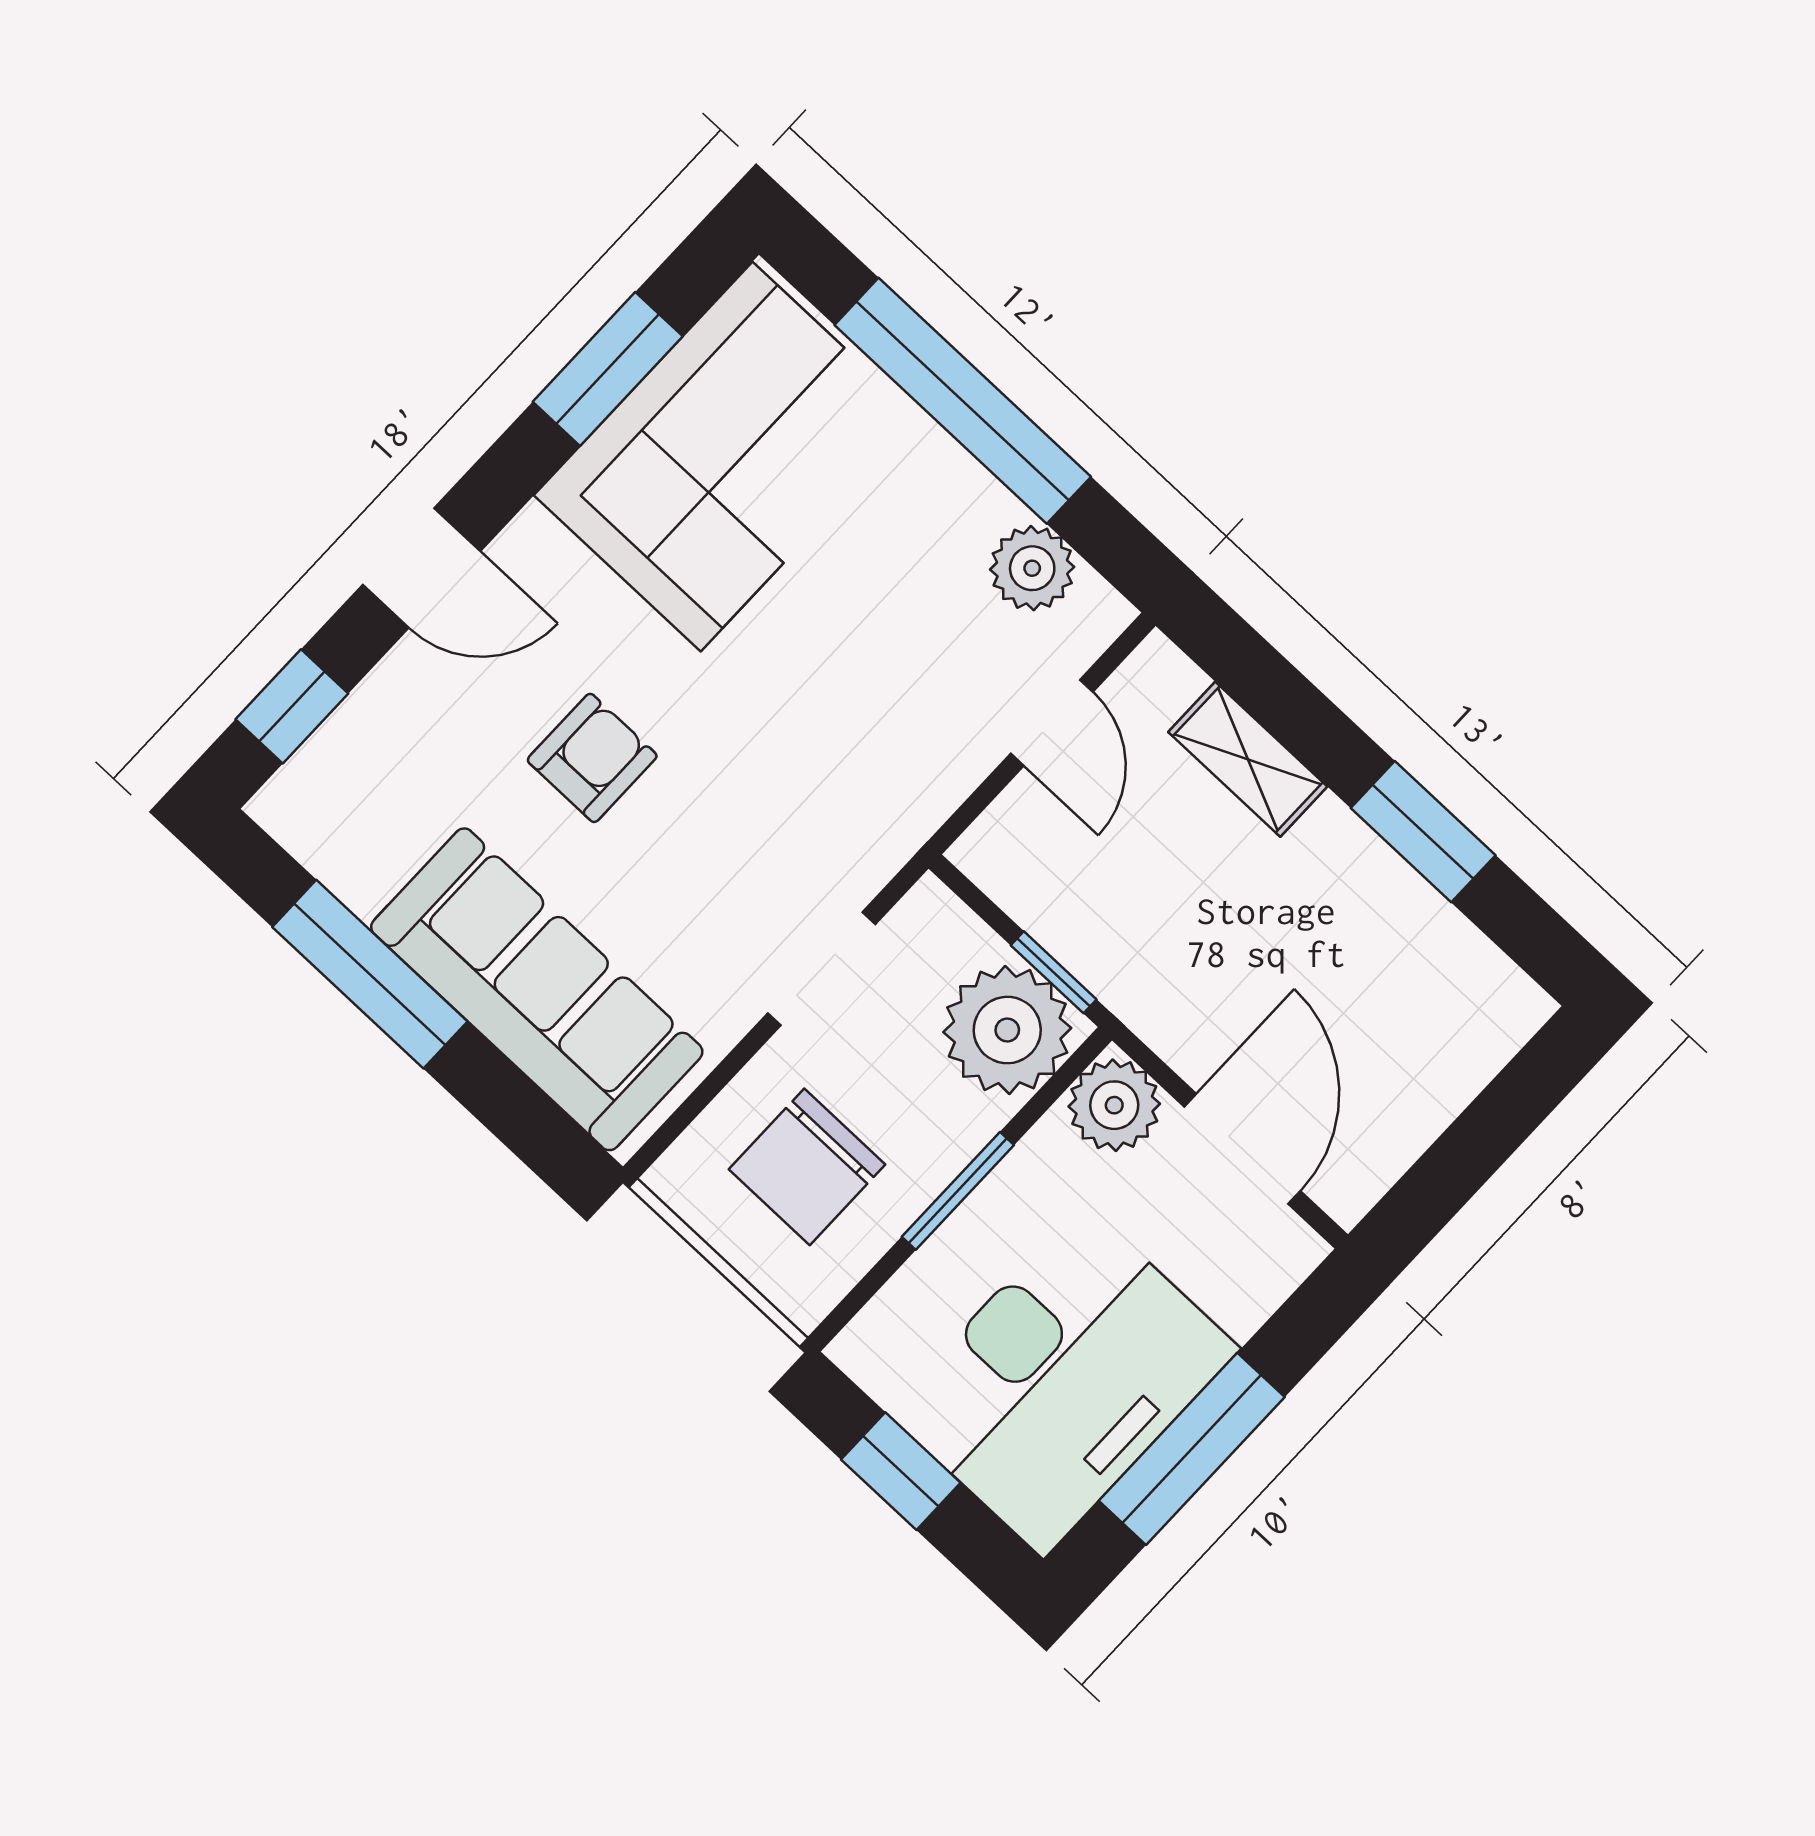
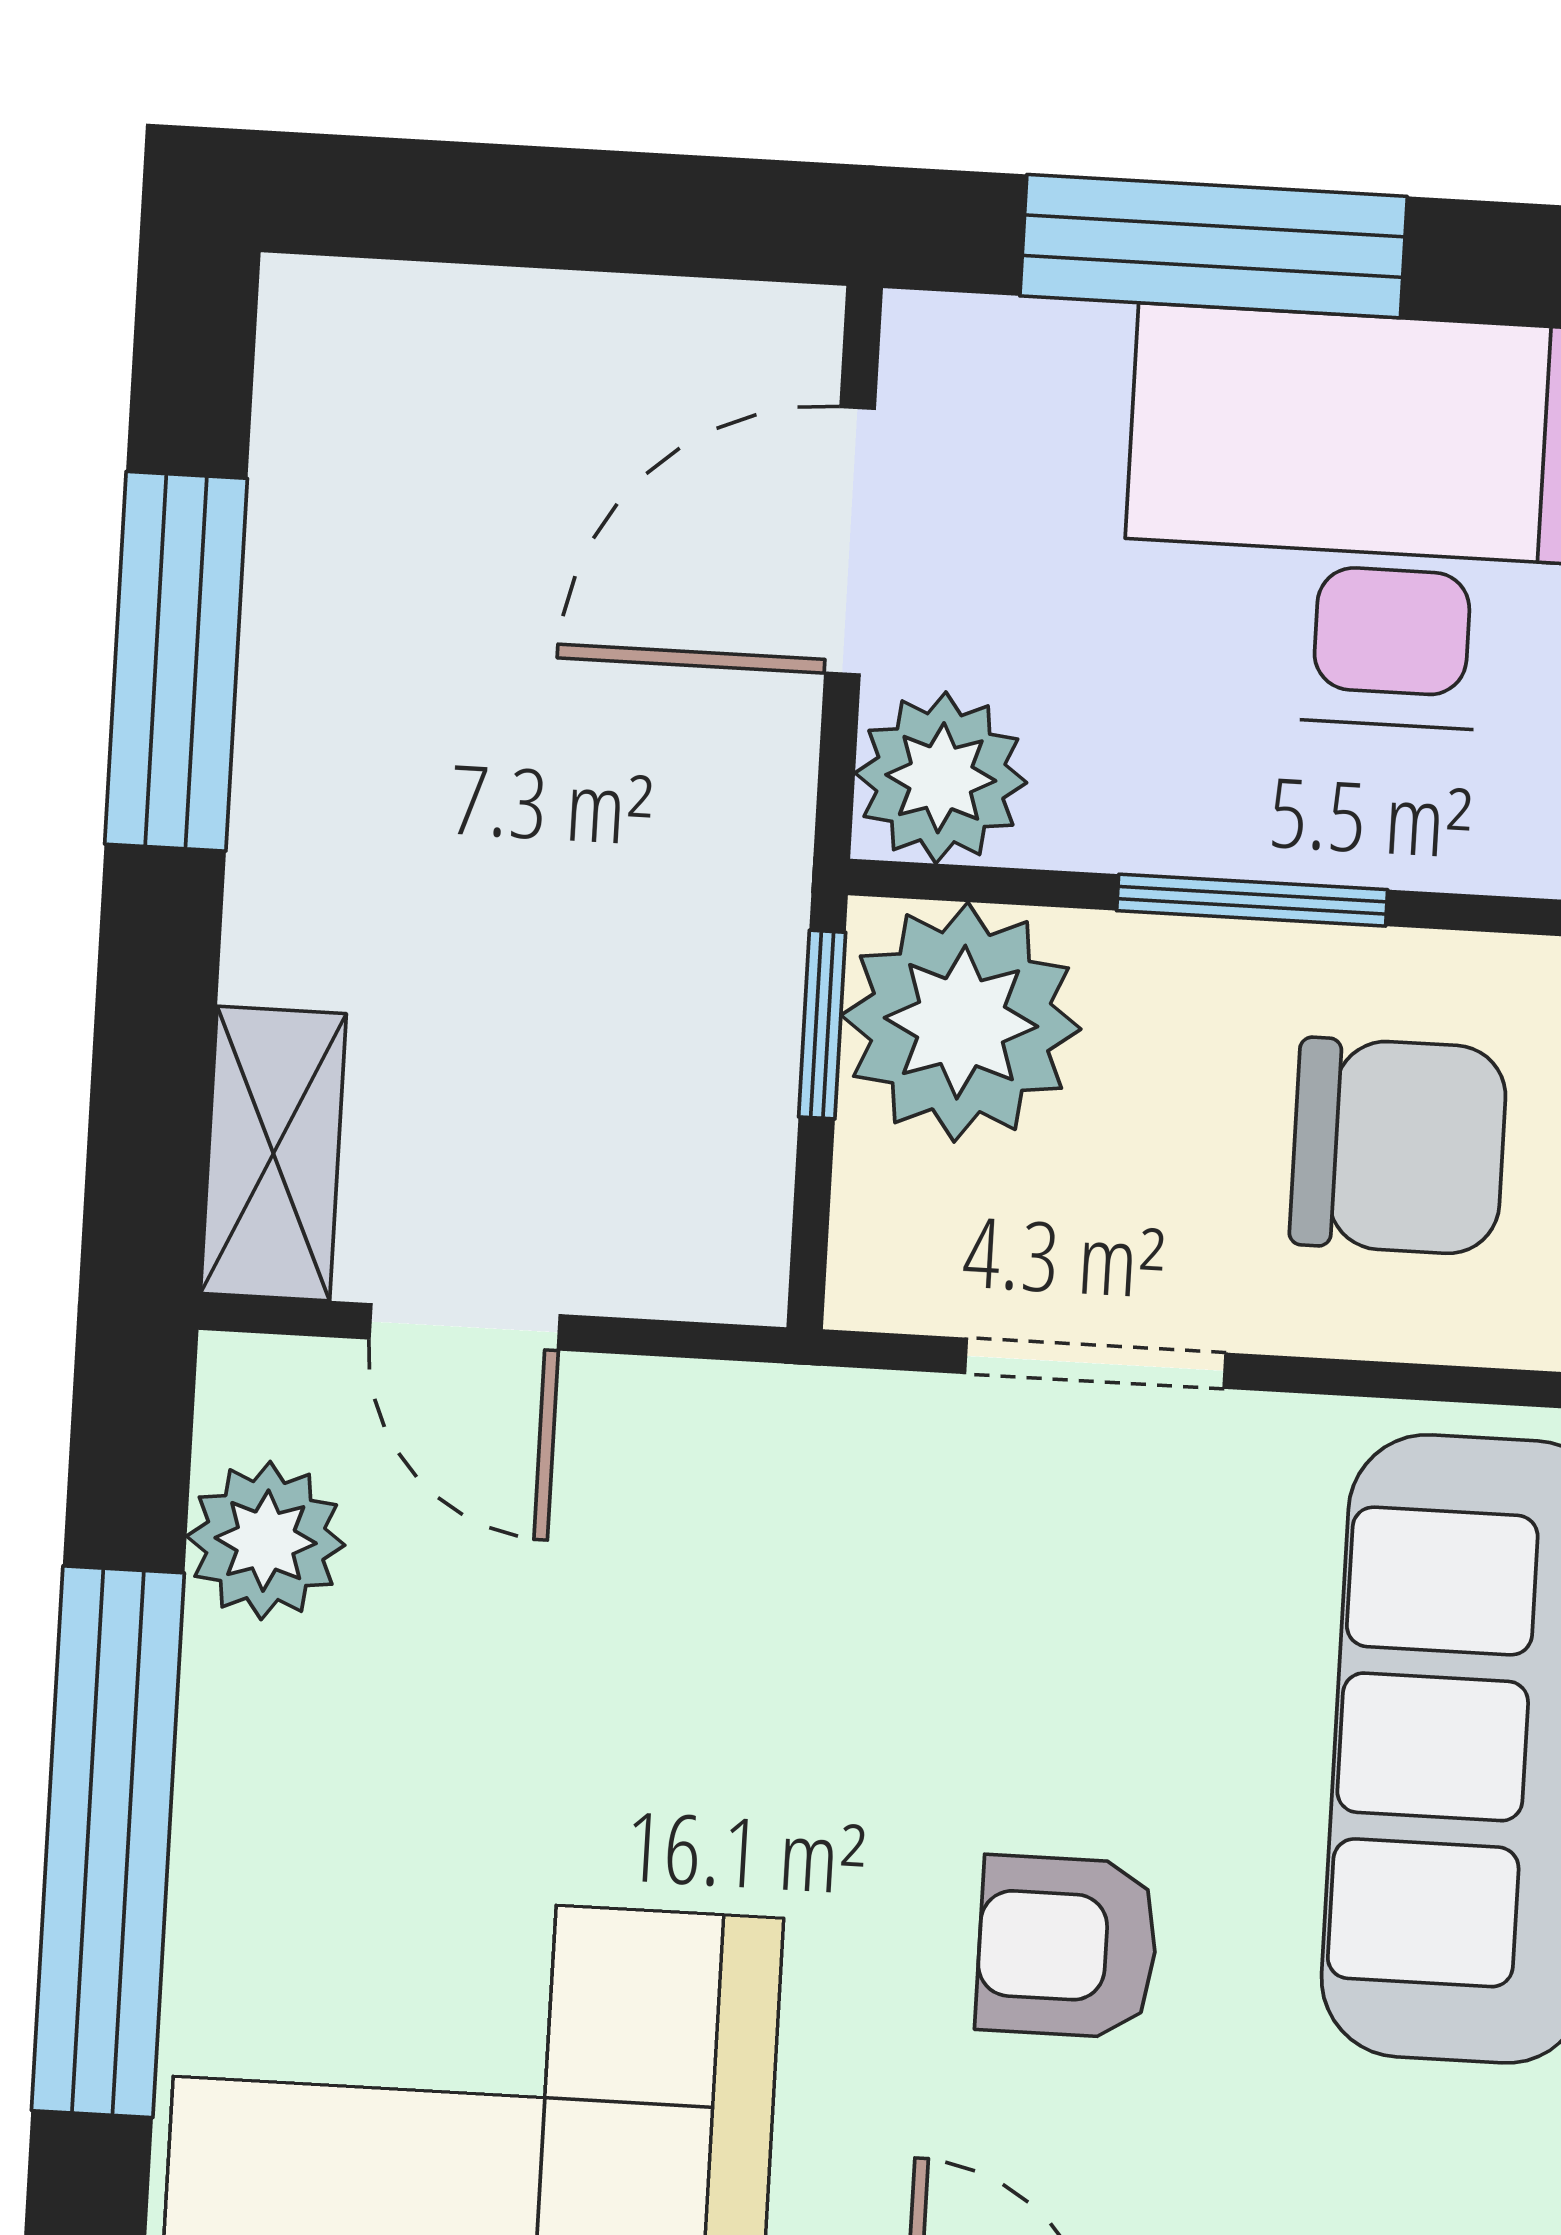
door: (1052, 723) -> (465, 1327), swing flipped
shelving: (1248, 759) -> (273, 1154), moved
window: (1423, 832) -> (176, 661), width x1.44
window: (1192, 1449) -> (1214, 246), moved

